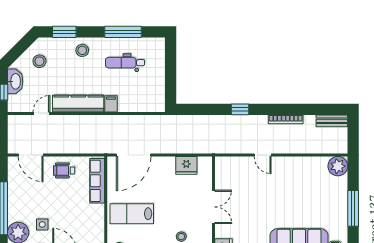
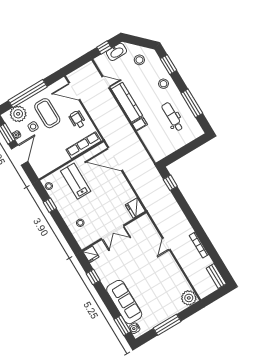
window: (240, 109) -> (170, 183), moved
door: (31, 155) -> (74, 91), hinge flipped
fridge: (186, 165) -> (135, 208), moved
coffee table: (37, 200) -> (47, 113), added

